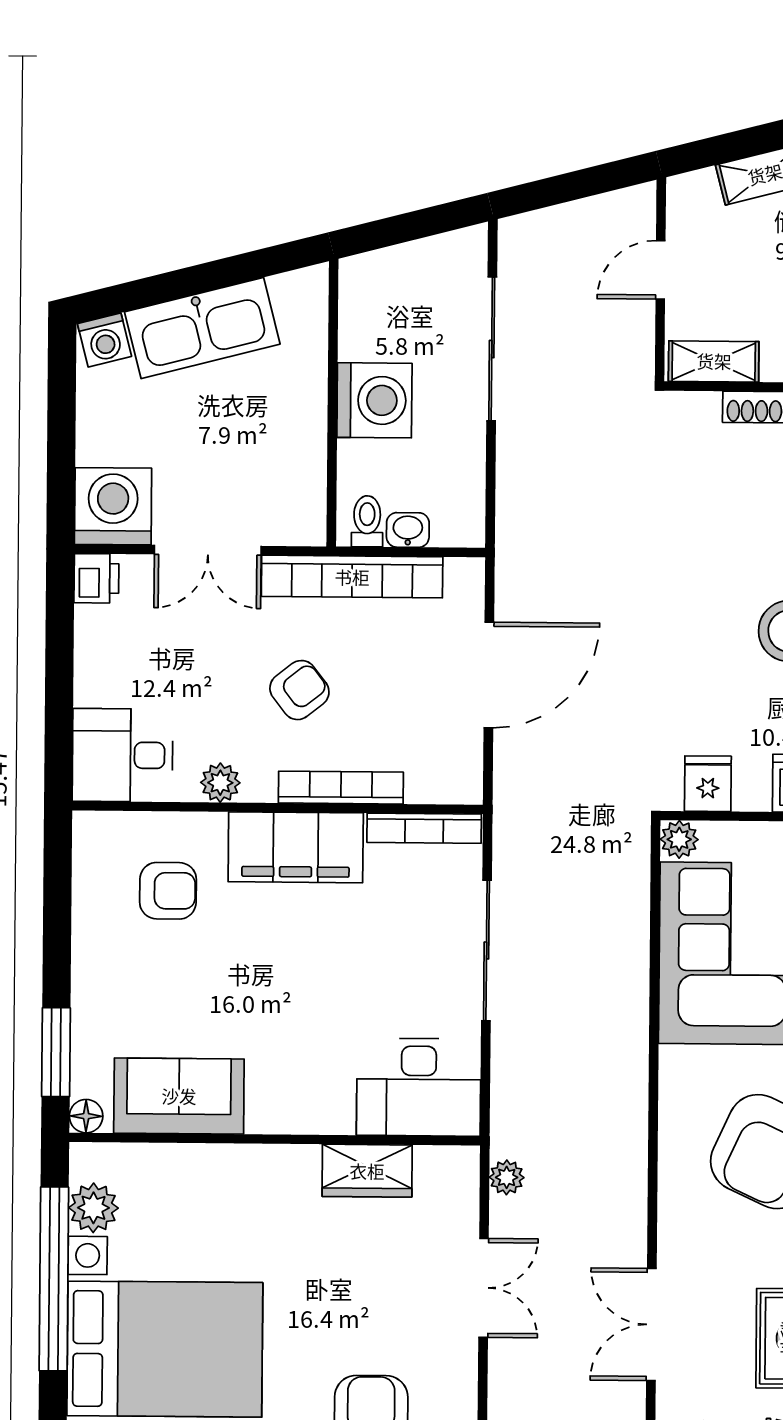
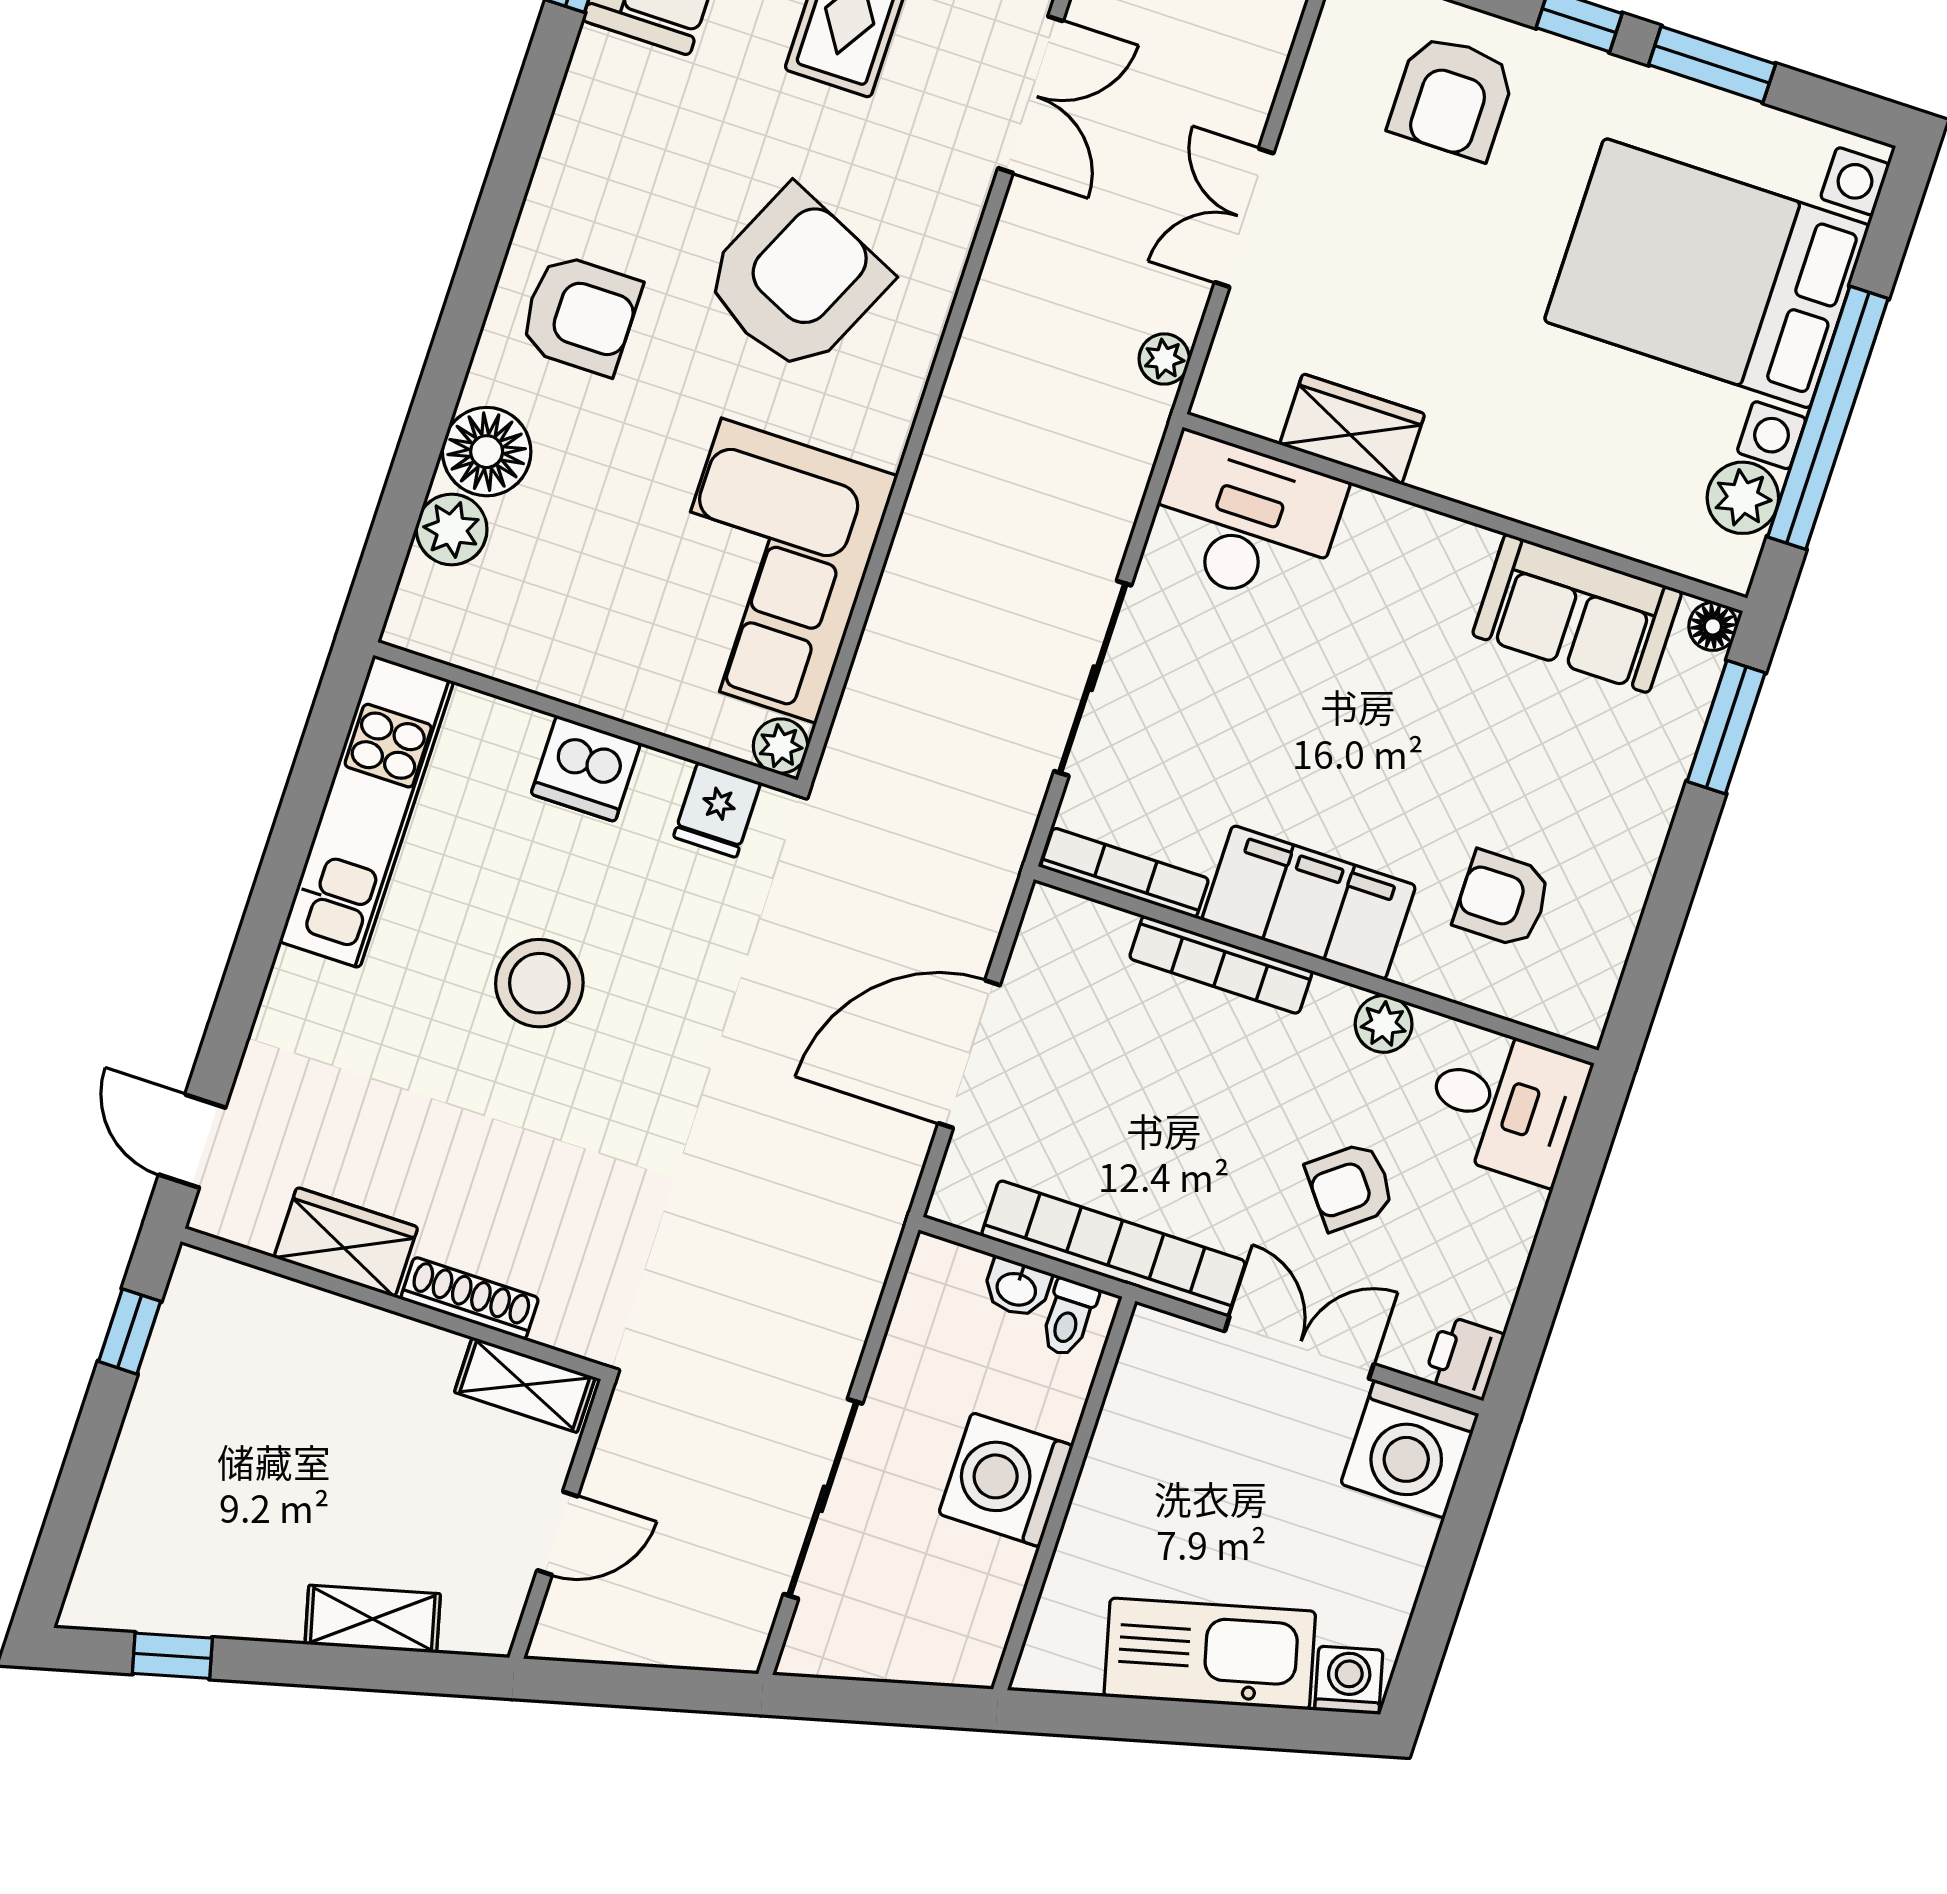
armchair: (299, 690) -> (1350, 1186), moved

